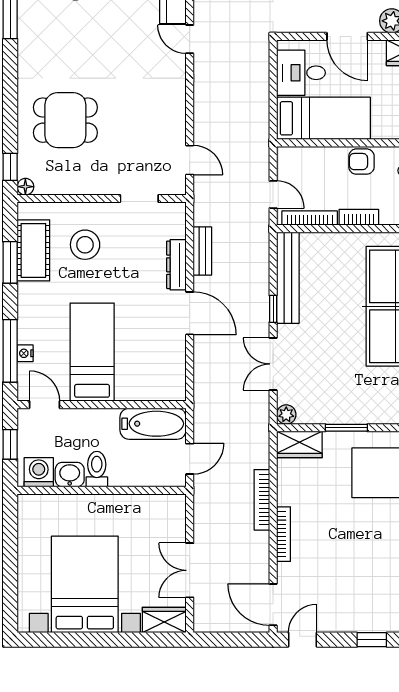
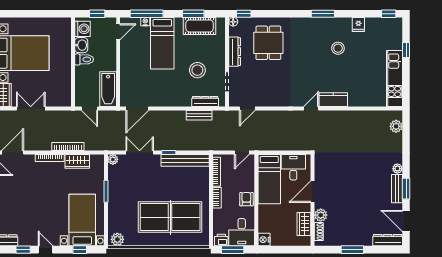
dresser: (82, 184) -> (235, 52), added
door: (273, 194) -> (242, 152), moved
stool: (85, 245) -> (197, 70), moved
dresser: (176, 265) -> (205, 101), moved
door: (190, 313) -> (137, 108), moved
bed: (92, 352) -> (162, 43), moved, turned 90
wardrobe: (299, 444) -> (77, 161), moved, turned -90

